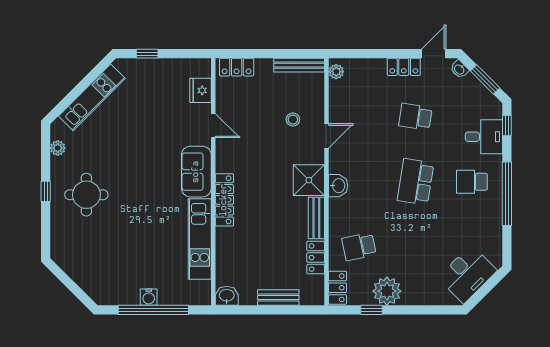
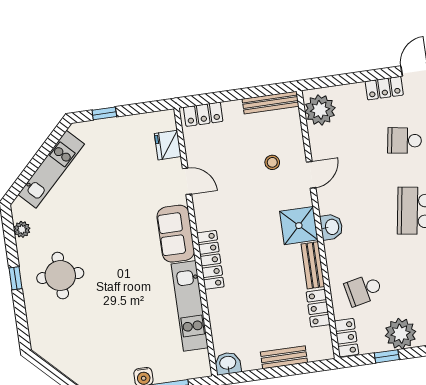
plant: (336, 72) -> (320, 110), width x1.87, depth x1.87

